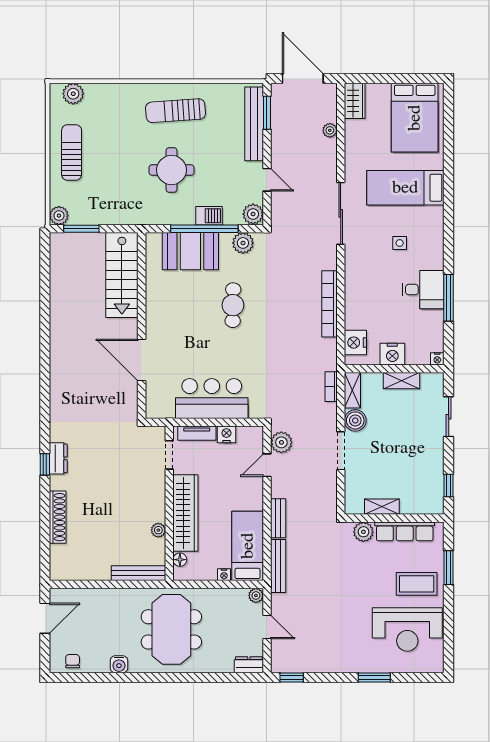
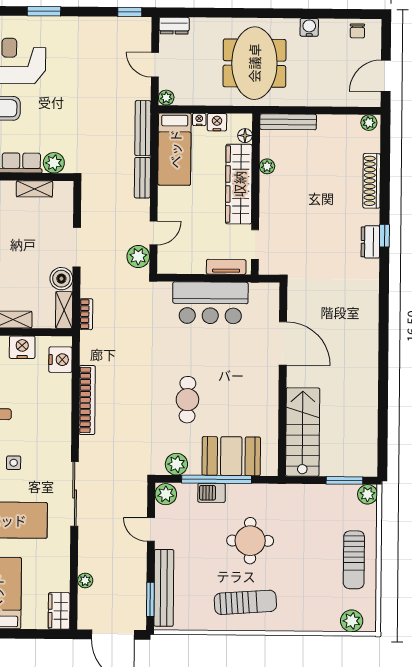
nightstand: (226, 434) -> (217, 122), moved, turned 180
plant: (61, 573) -> (369, 123), added

